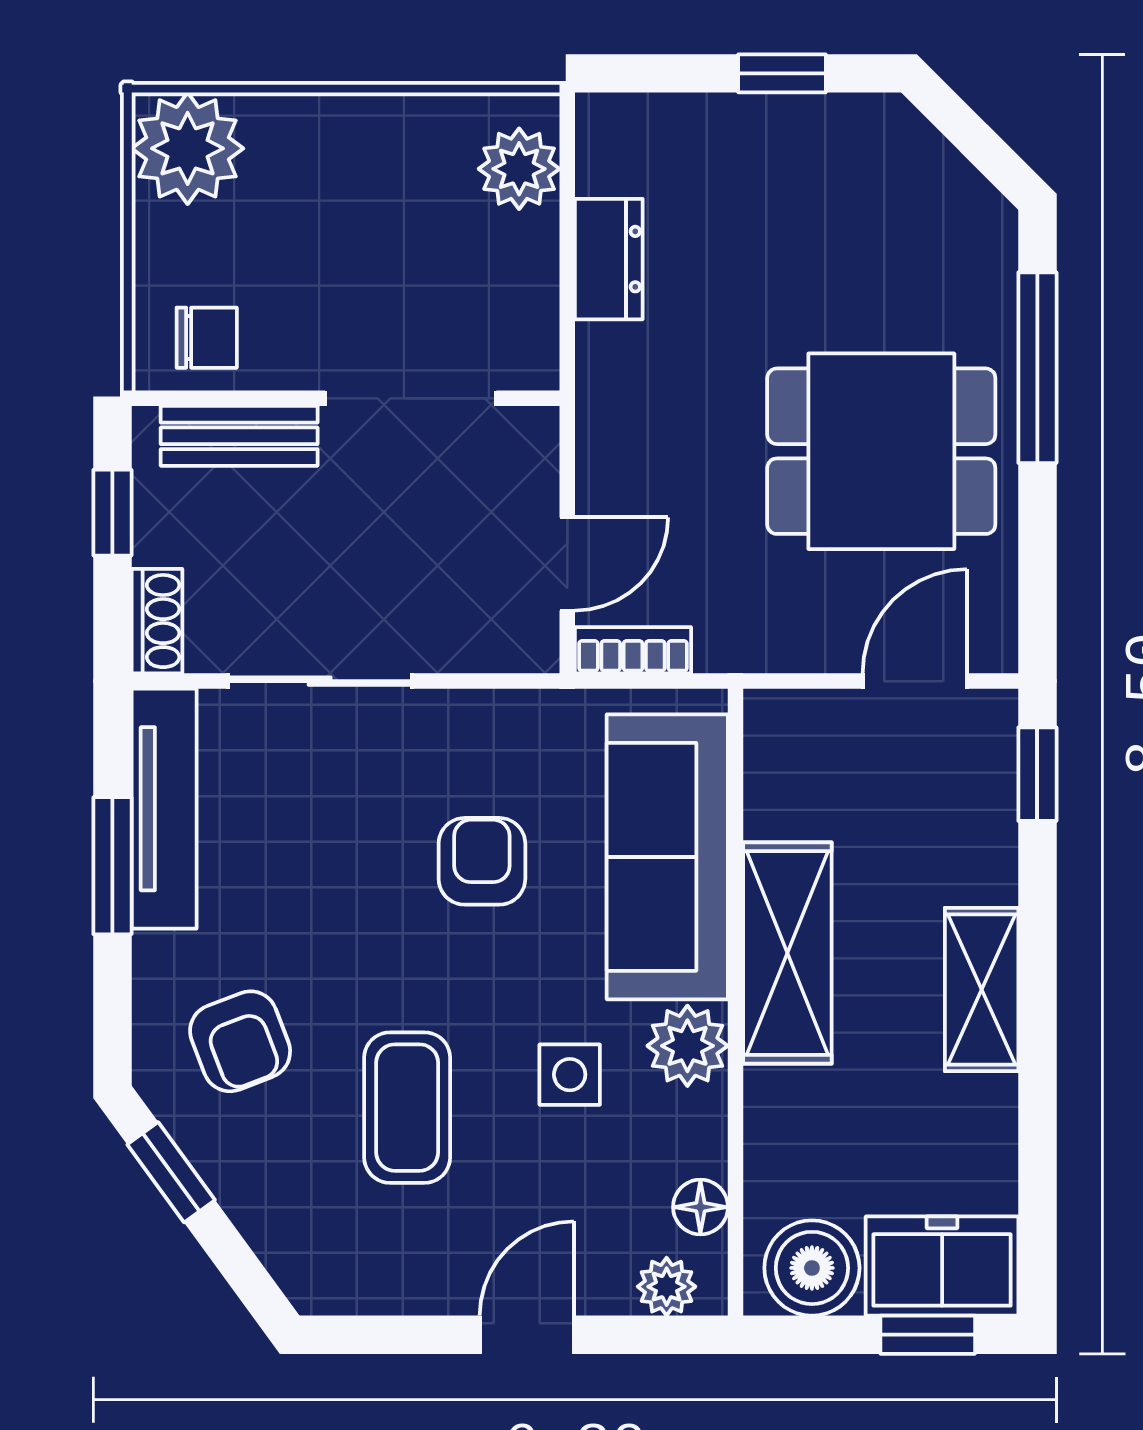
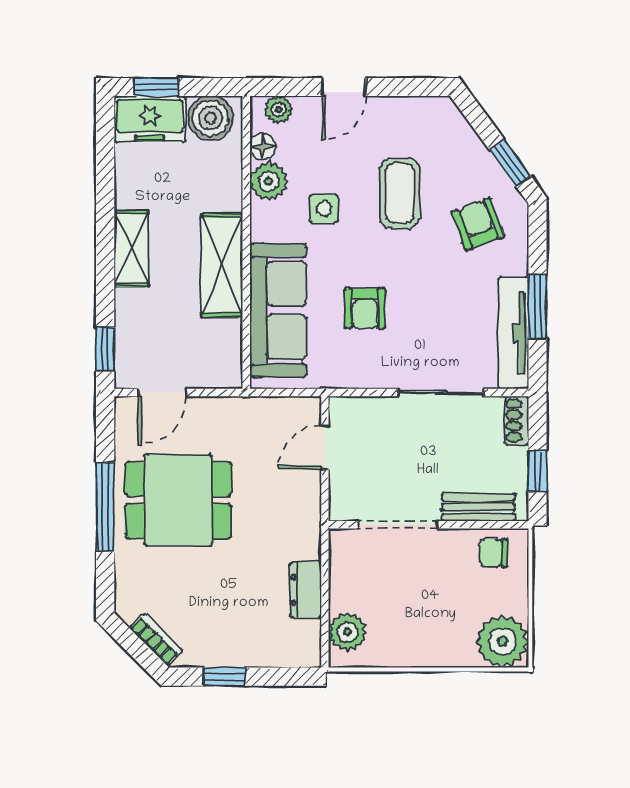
window: (1037, 368) -> (105, 507), moved
bookcase: (633, 650) -> (156, 639), moved, turned -135
plant: (687, 1046) -> (269, 181), moved

